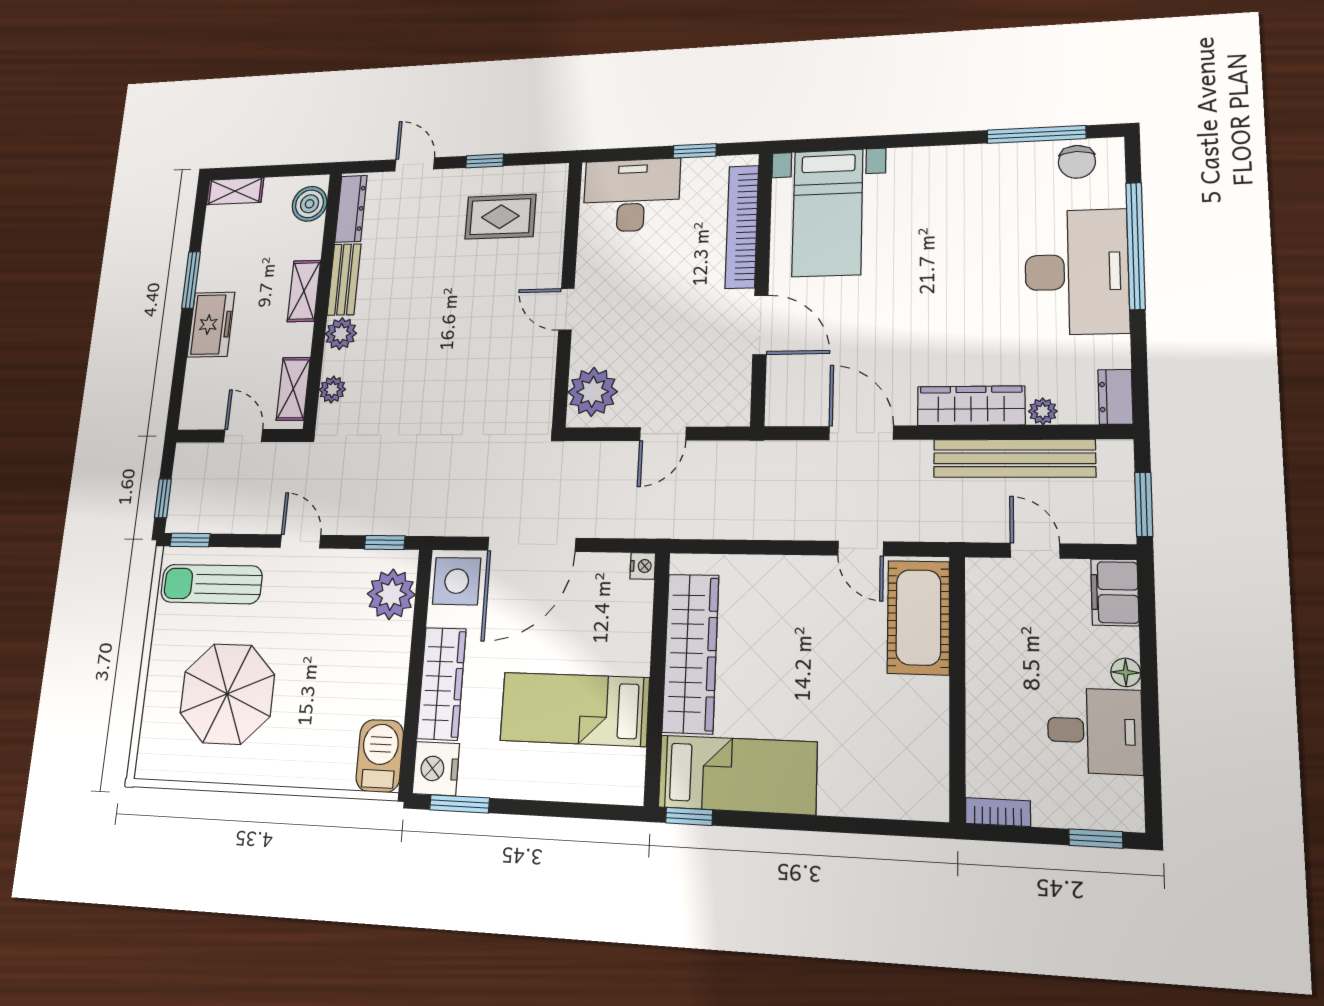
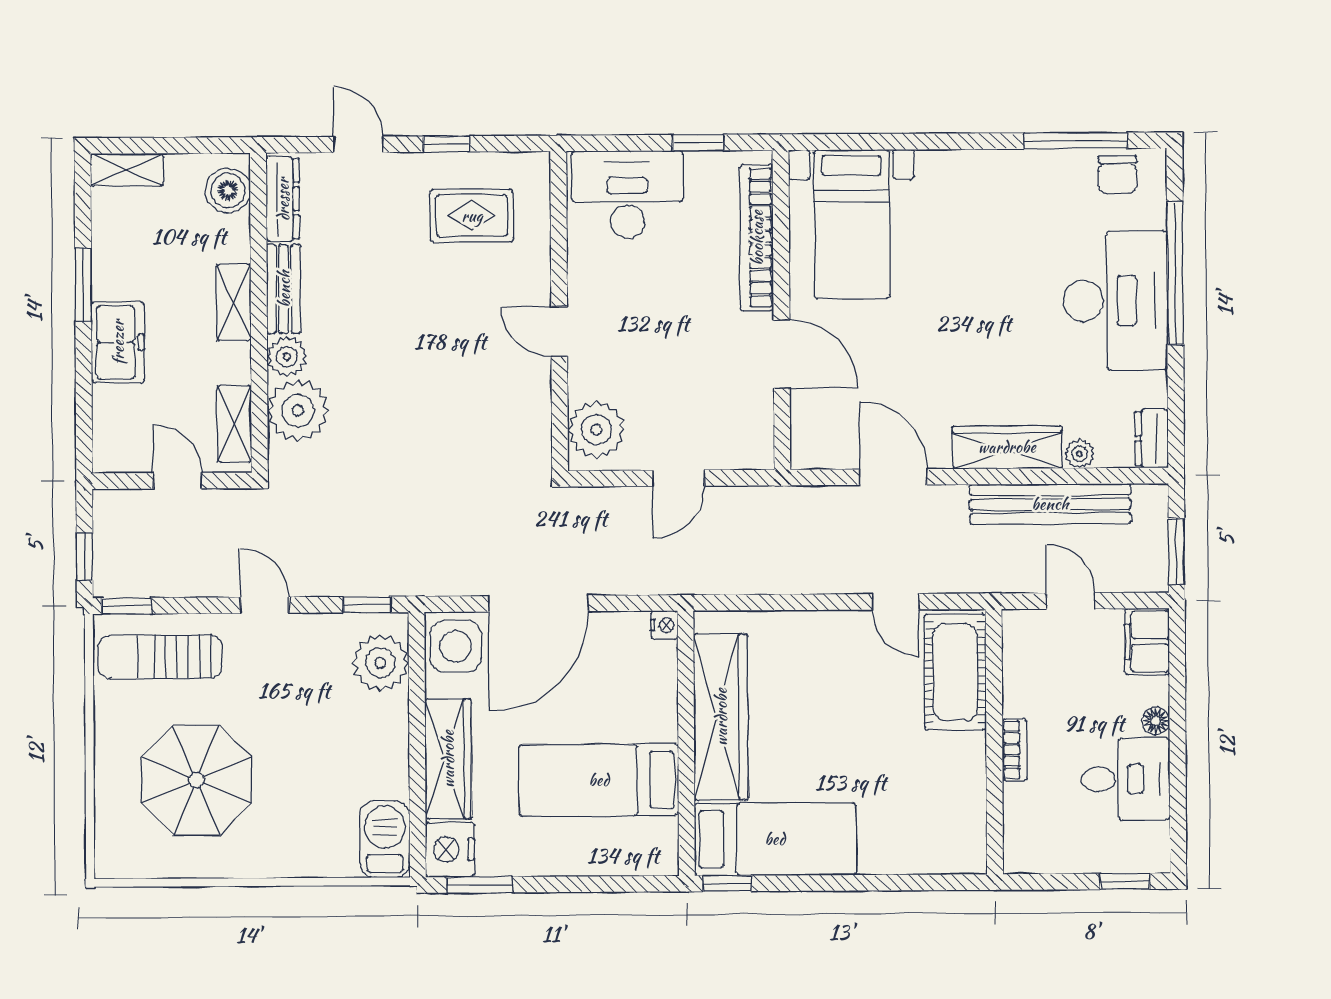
plant: (332, 390) -> (298, 410), width x1.88, depth x1.88
bookcase: (998, 812) -> (1014, 750), moved, turned 90

